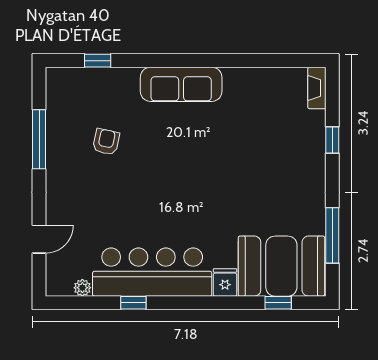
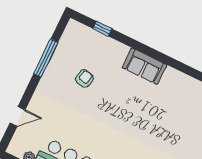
sofa: (181, 84) -> (144, 66), width x0.73

